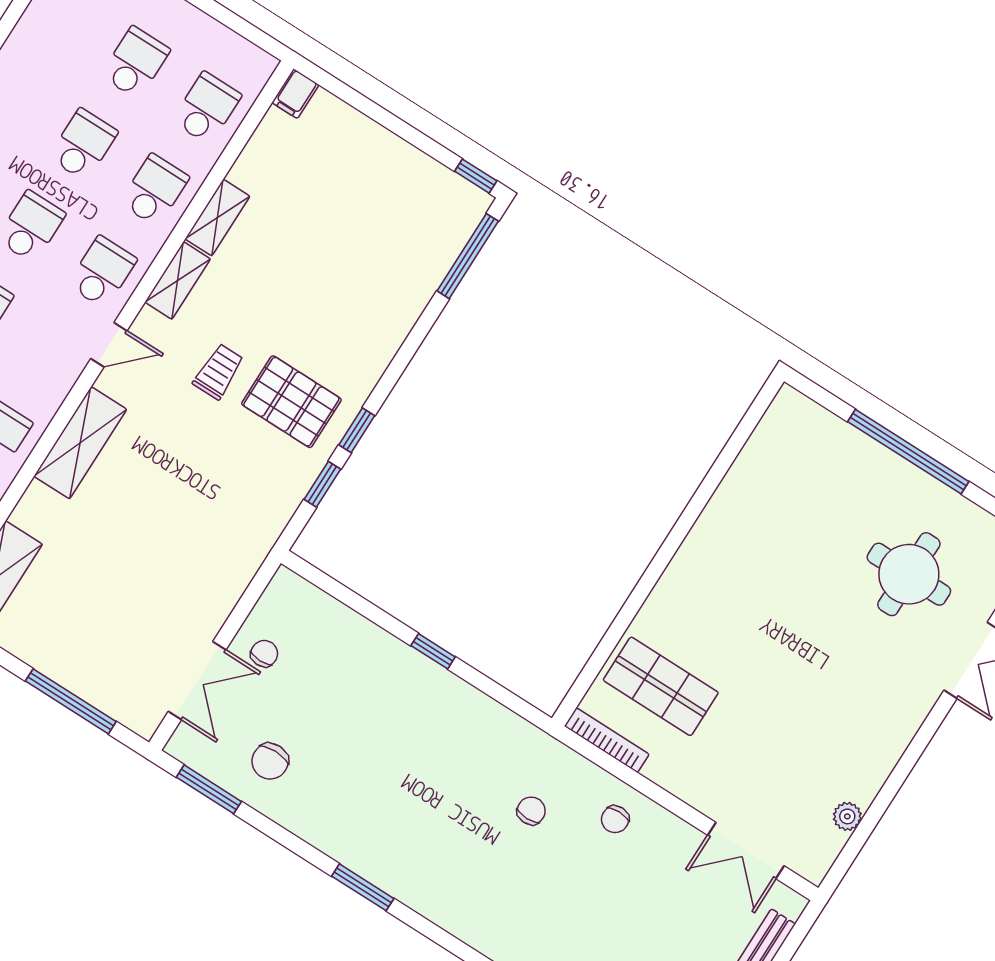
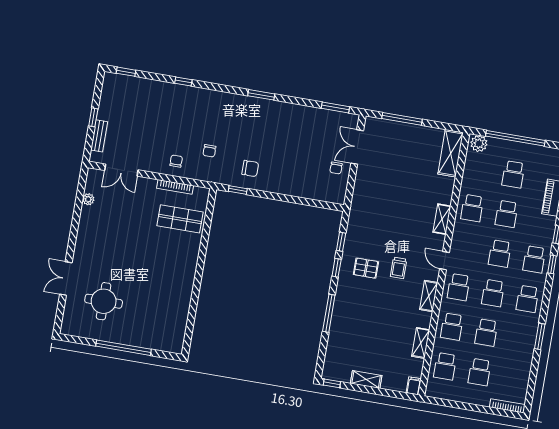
shelving: (396, 153) -> (366, 379), added
shelving: (217, 218) -> (421, 343), moved
window: (468, 256) -> (329, 313), moved
door: (109, 345) -> (444, 261), hinge flipped
pallet: (291, 402) -> (366, 268), width x0.67, depth x0.71
shelving: (80, 443) -> (442, 219), width x0.67, depth x0.75
window: (433, 651) -> (238, 190), moved
bookcase: (607, 740) -> (175, 187), moved
chair: (270, 761) -> (250, 169), moved, turned 90
double door: (746, 850) -> (121, 170), swing flipped

